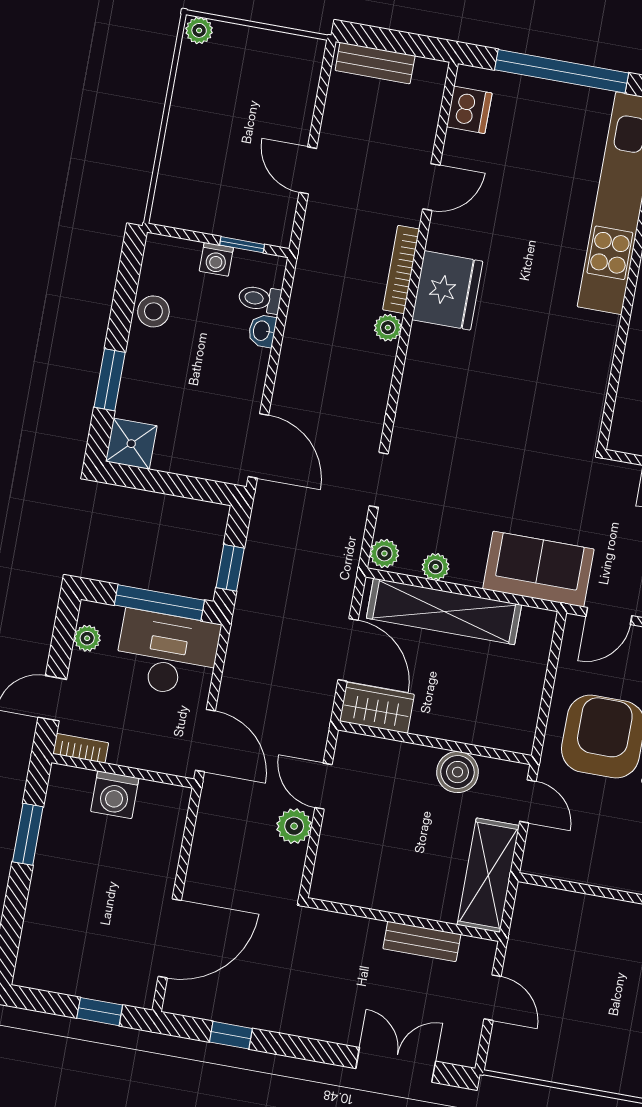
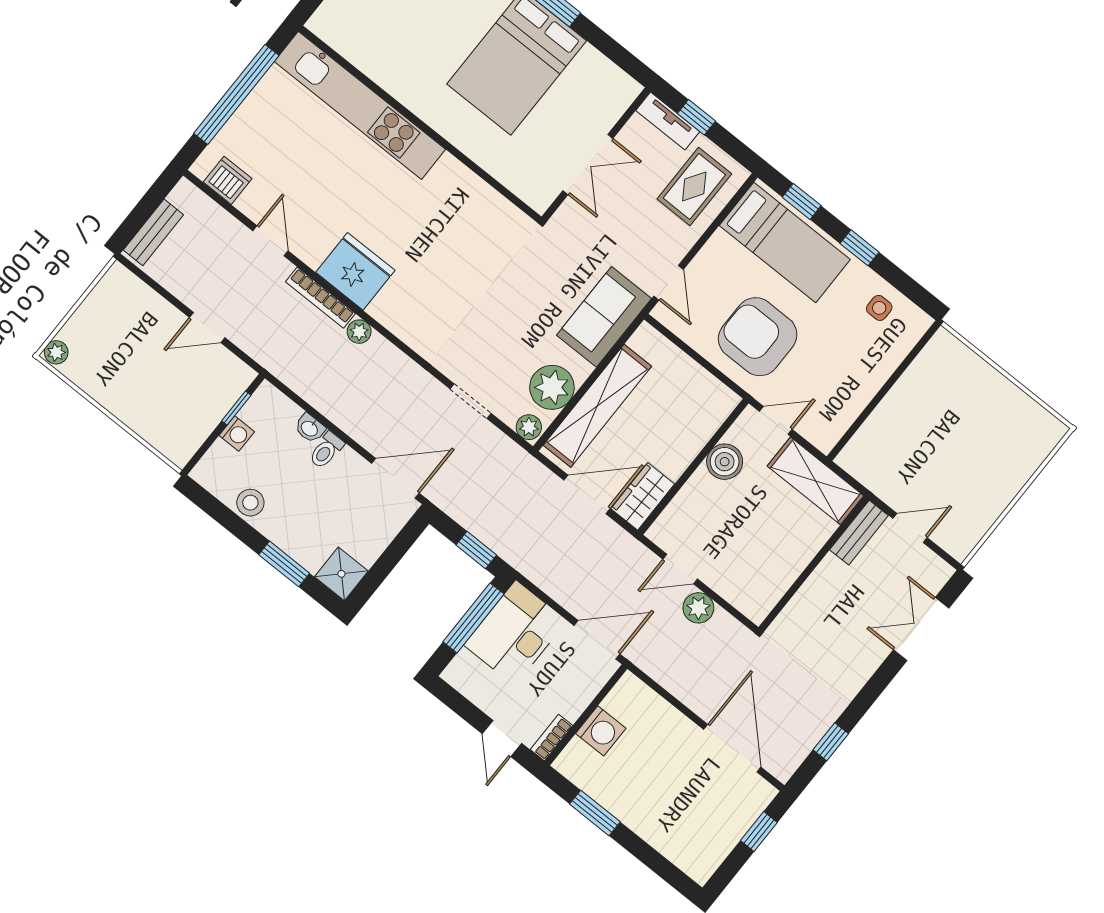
toilet: (260, 299) -> (326, 450), moved
plant: (436, 567) -> (552, 387), width x1.88, depth x1.88
plant: (87, 638) -> (471, 687), removed
bench: (422, 941) -> (859, 533), moved

